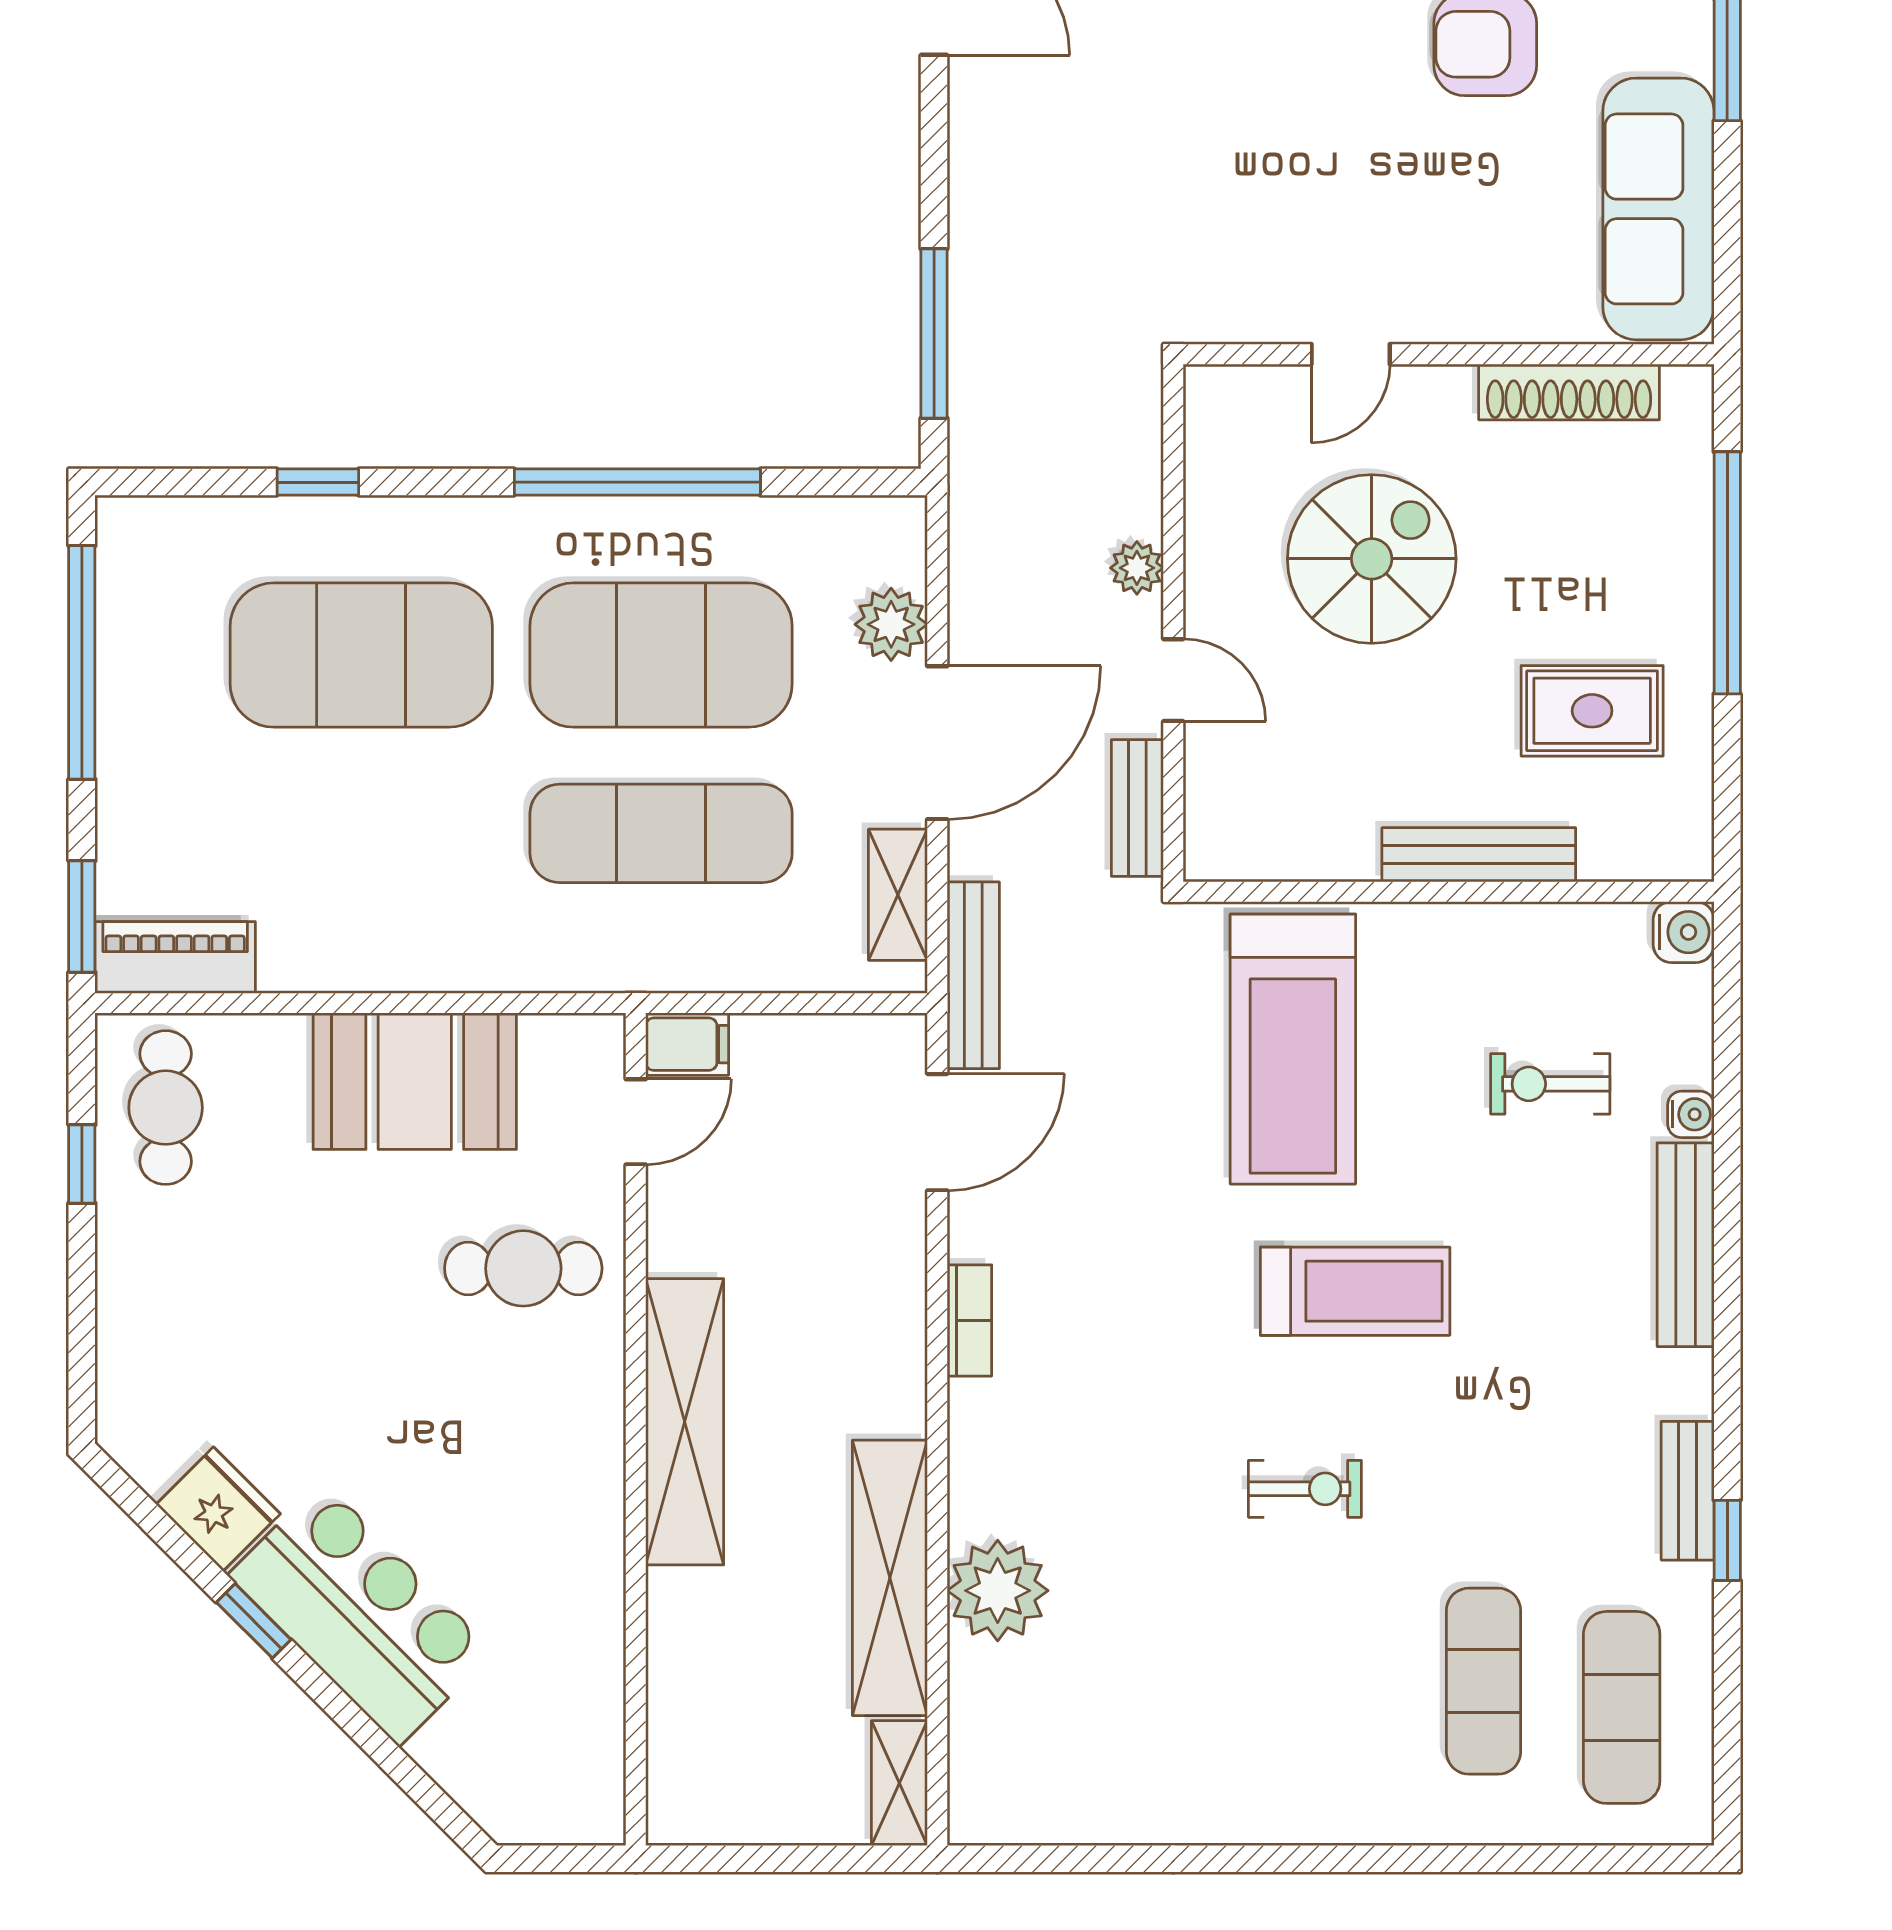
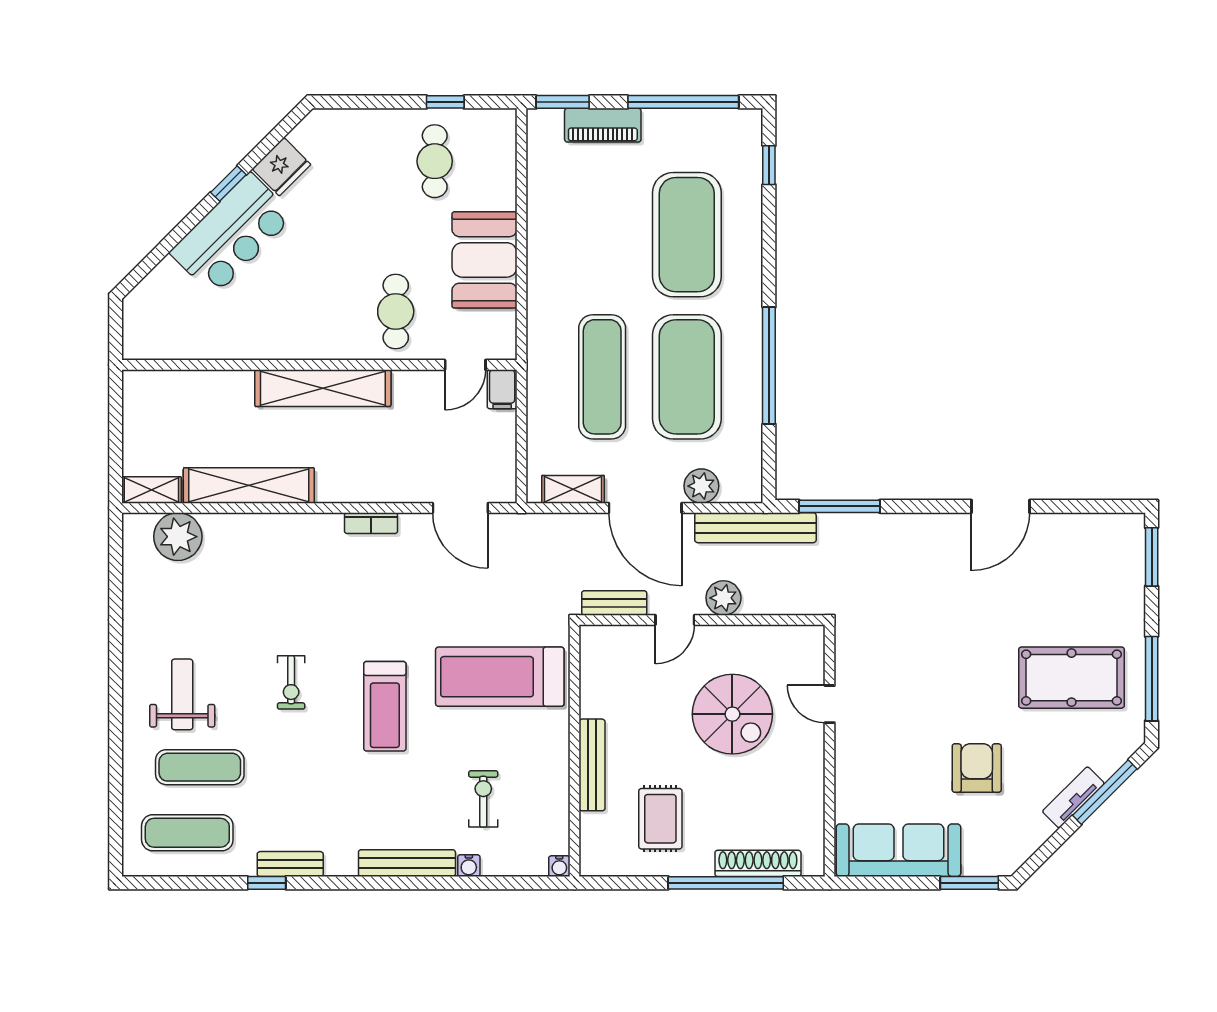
shoe rack: (1569, 392) -> (758, 863), moved, turned 90
window: (318, 482) -> (769, 165), moved
plant: (1137, 568) -> (723, 598), width x1.38, depth x1.38
water cooler: (1684, 932) -> (559, 866), width x0.72, depth x0.72
piano: (175, 957) -> (603, 125), moved, turned 90
bench: (973, 975) -> (755, 528), moved, width x1.37, depth x1.21
cafe table: (166, 1108) -> (435, 161), moved, turned 90
door: (636, 1122) -> (465, 365), hinge flipped
plant: (998, 1591) -> (178, 537), moved
weight bench: (1330, 1718) -> (182, 694), added

